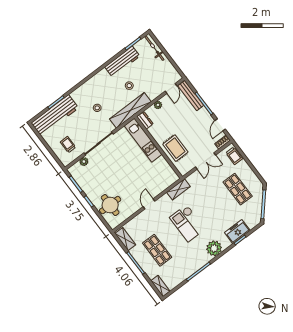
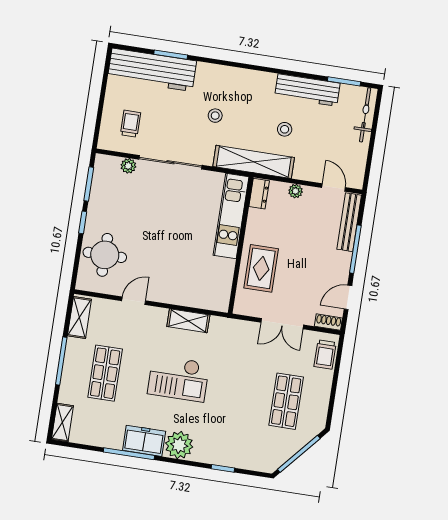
door: (171, 88) -> (334, 188), swing flipped
shelving: (178, 189) -> (188, 321), moved
door: (149, 204) -> (134, 301), moved
checkout: (187, 223) -> (178, 378), turned -90
freezer: (237, 232) -> (144, 441), moved

